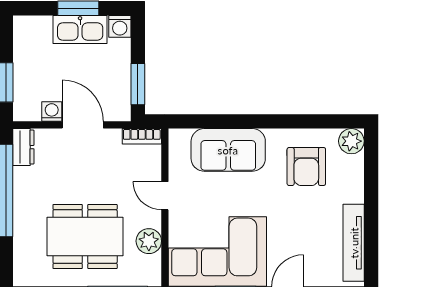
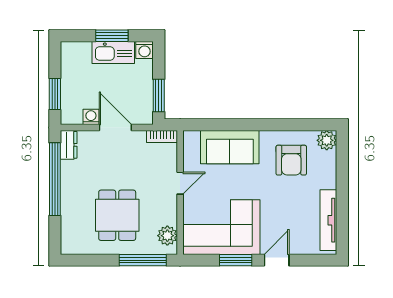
door: (165, 196) -> (180, 183), swing flipped
dining table: (85, 236) -> (117, 215), width x0.73
plant: (149, 241) -> (167, 236), moved

